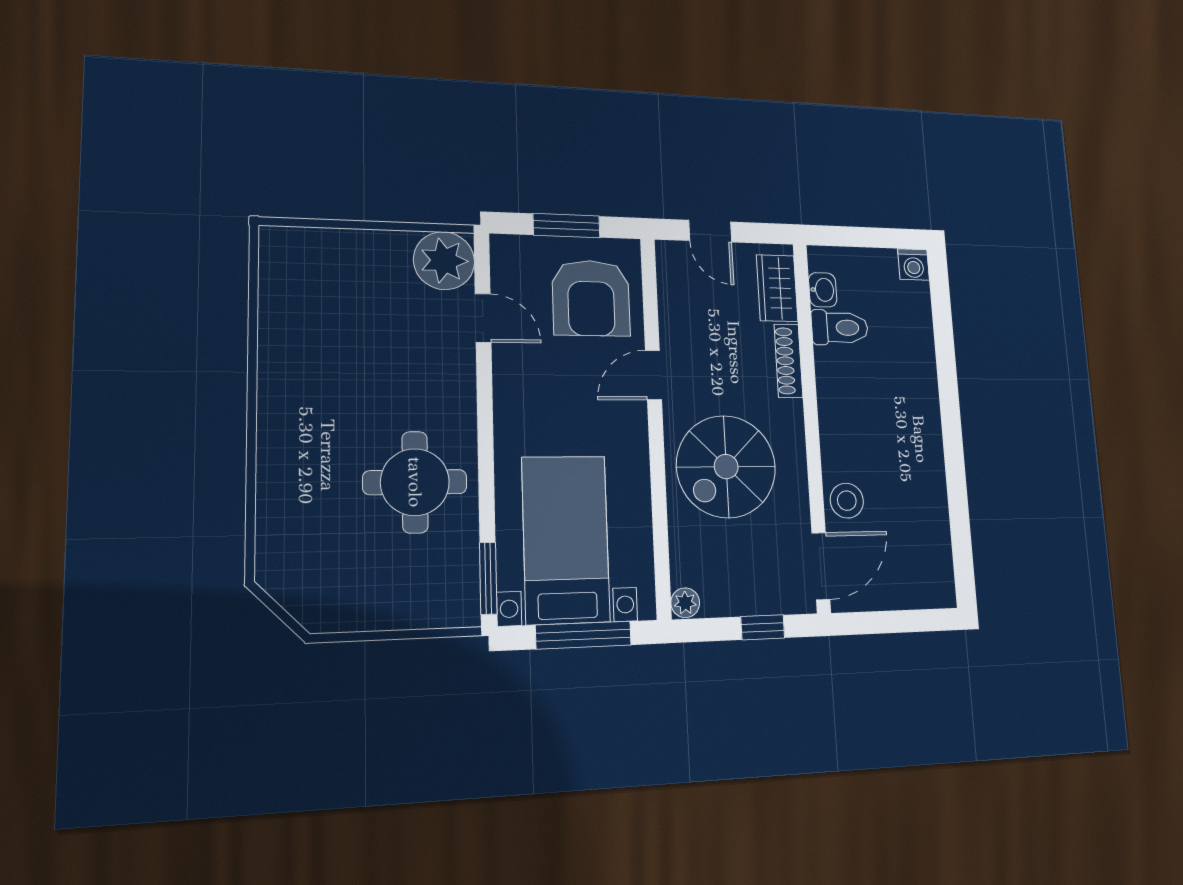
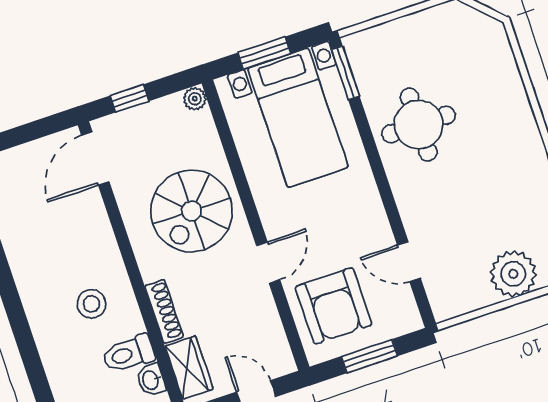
plant: (444, 261) -> (513, 274), moved
armchair: (591, 298) -> (334, 306), turned 180
spiral stairs: (726, 467) -> (192, 211), turned 180
stool: (847, 501) -> (91, 304), moved
window: (584, 635) -> (264, 53), width x0.69

